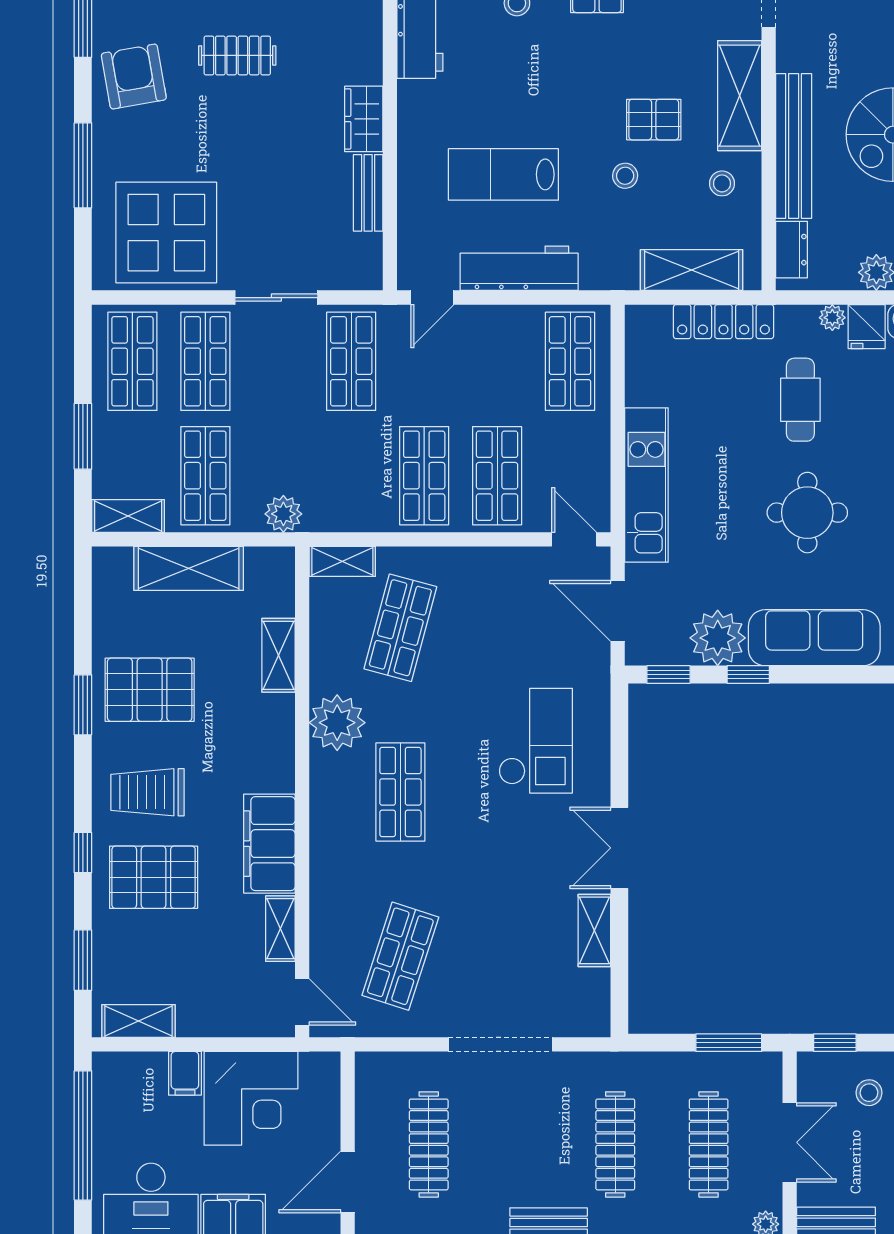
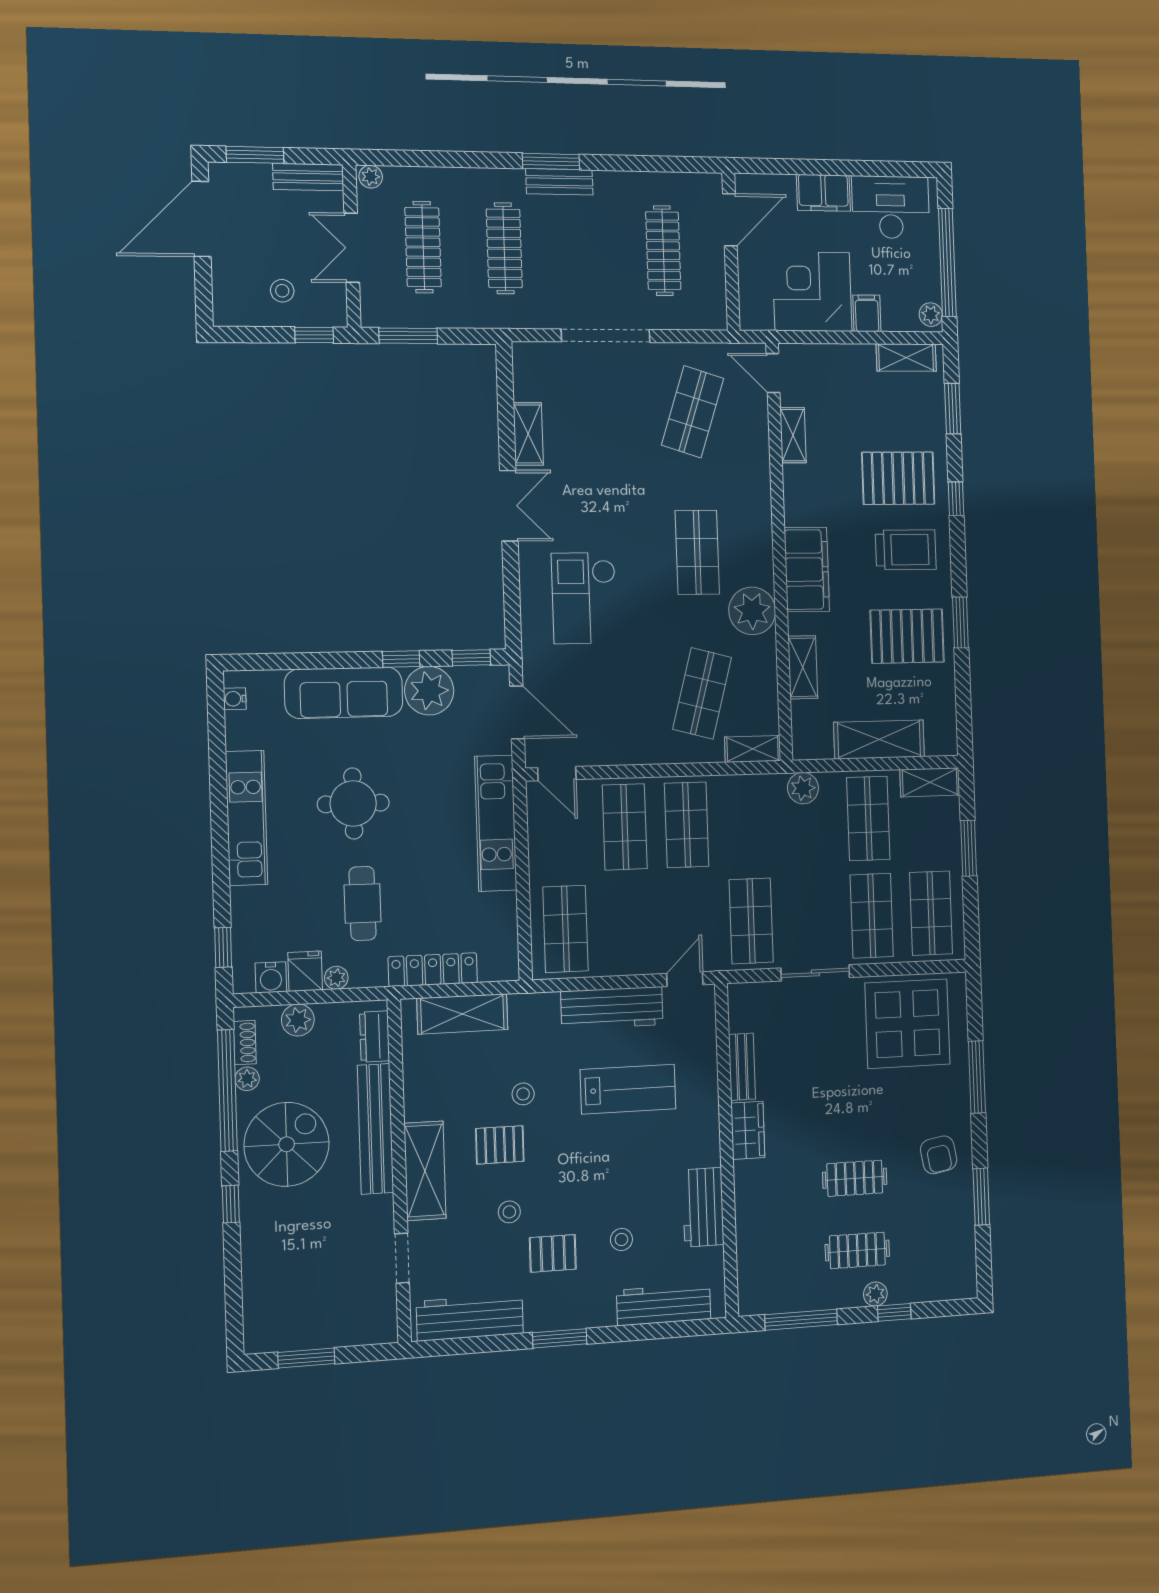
armchair: (134, 77) -> (939, 1155), width x0.72, depth x0.72
stool: (722, 183) -> (509, 1212), moved
filing cabinet: (269, 844) -> (807, 570), moved
plant: (106, 1073) -> (931, 315), added

